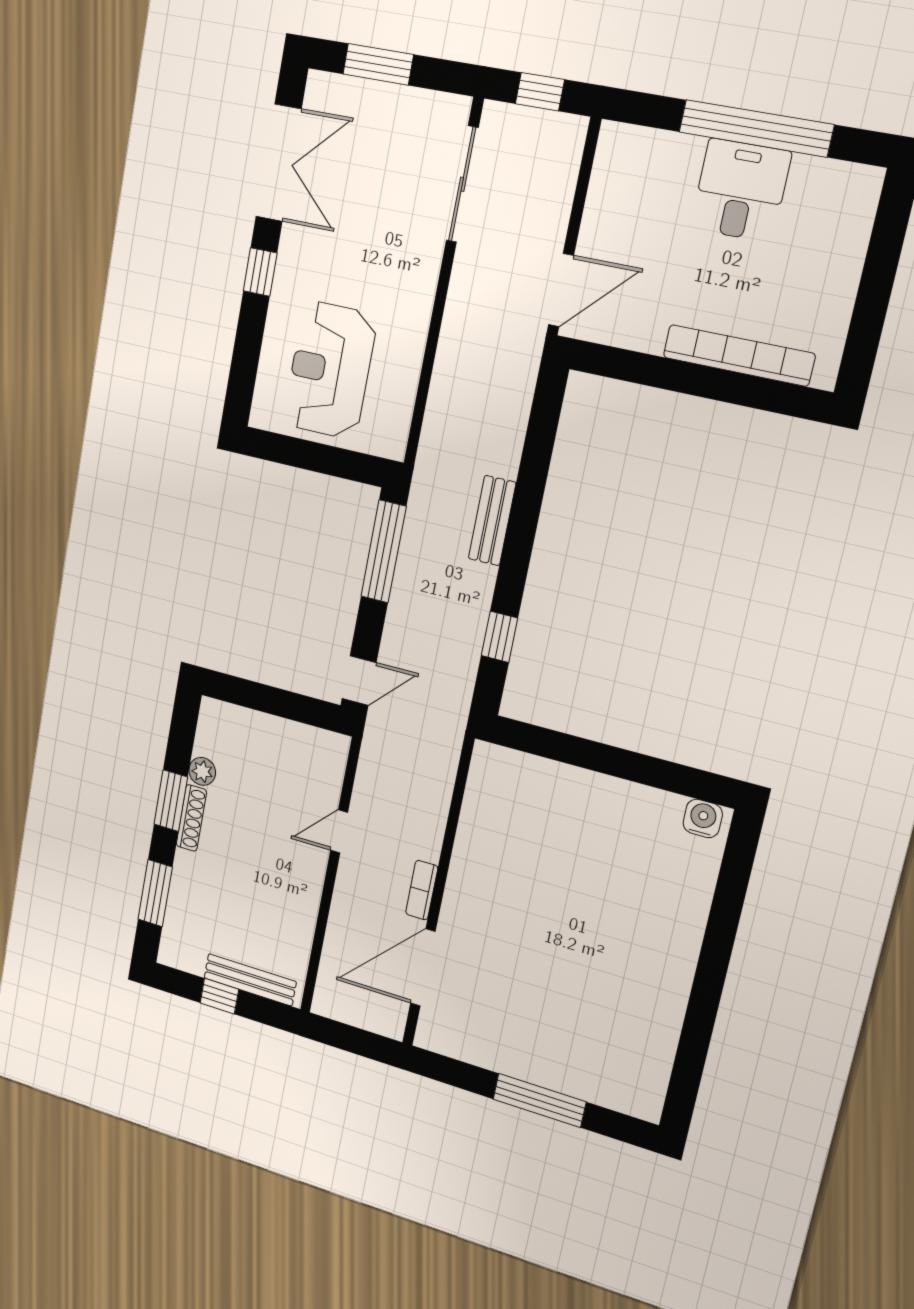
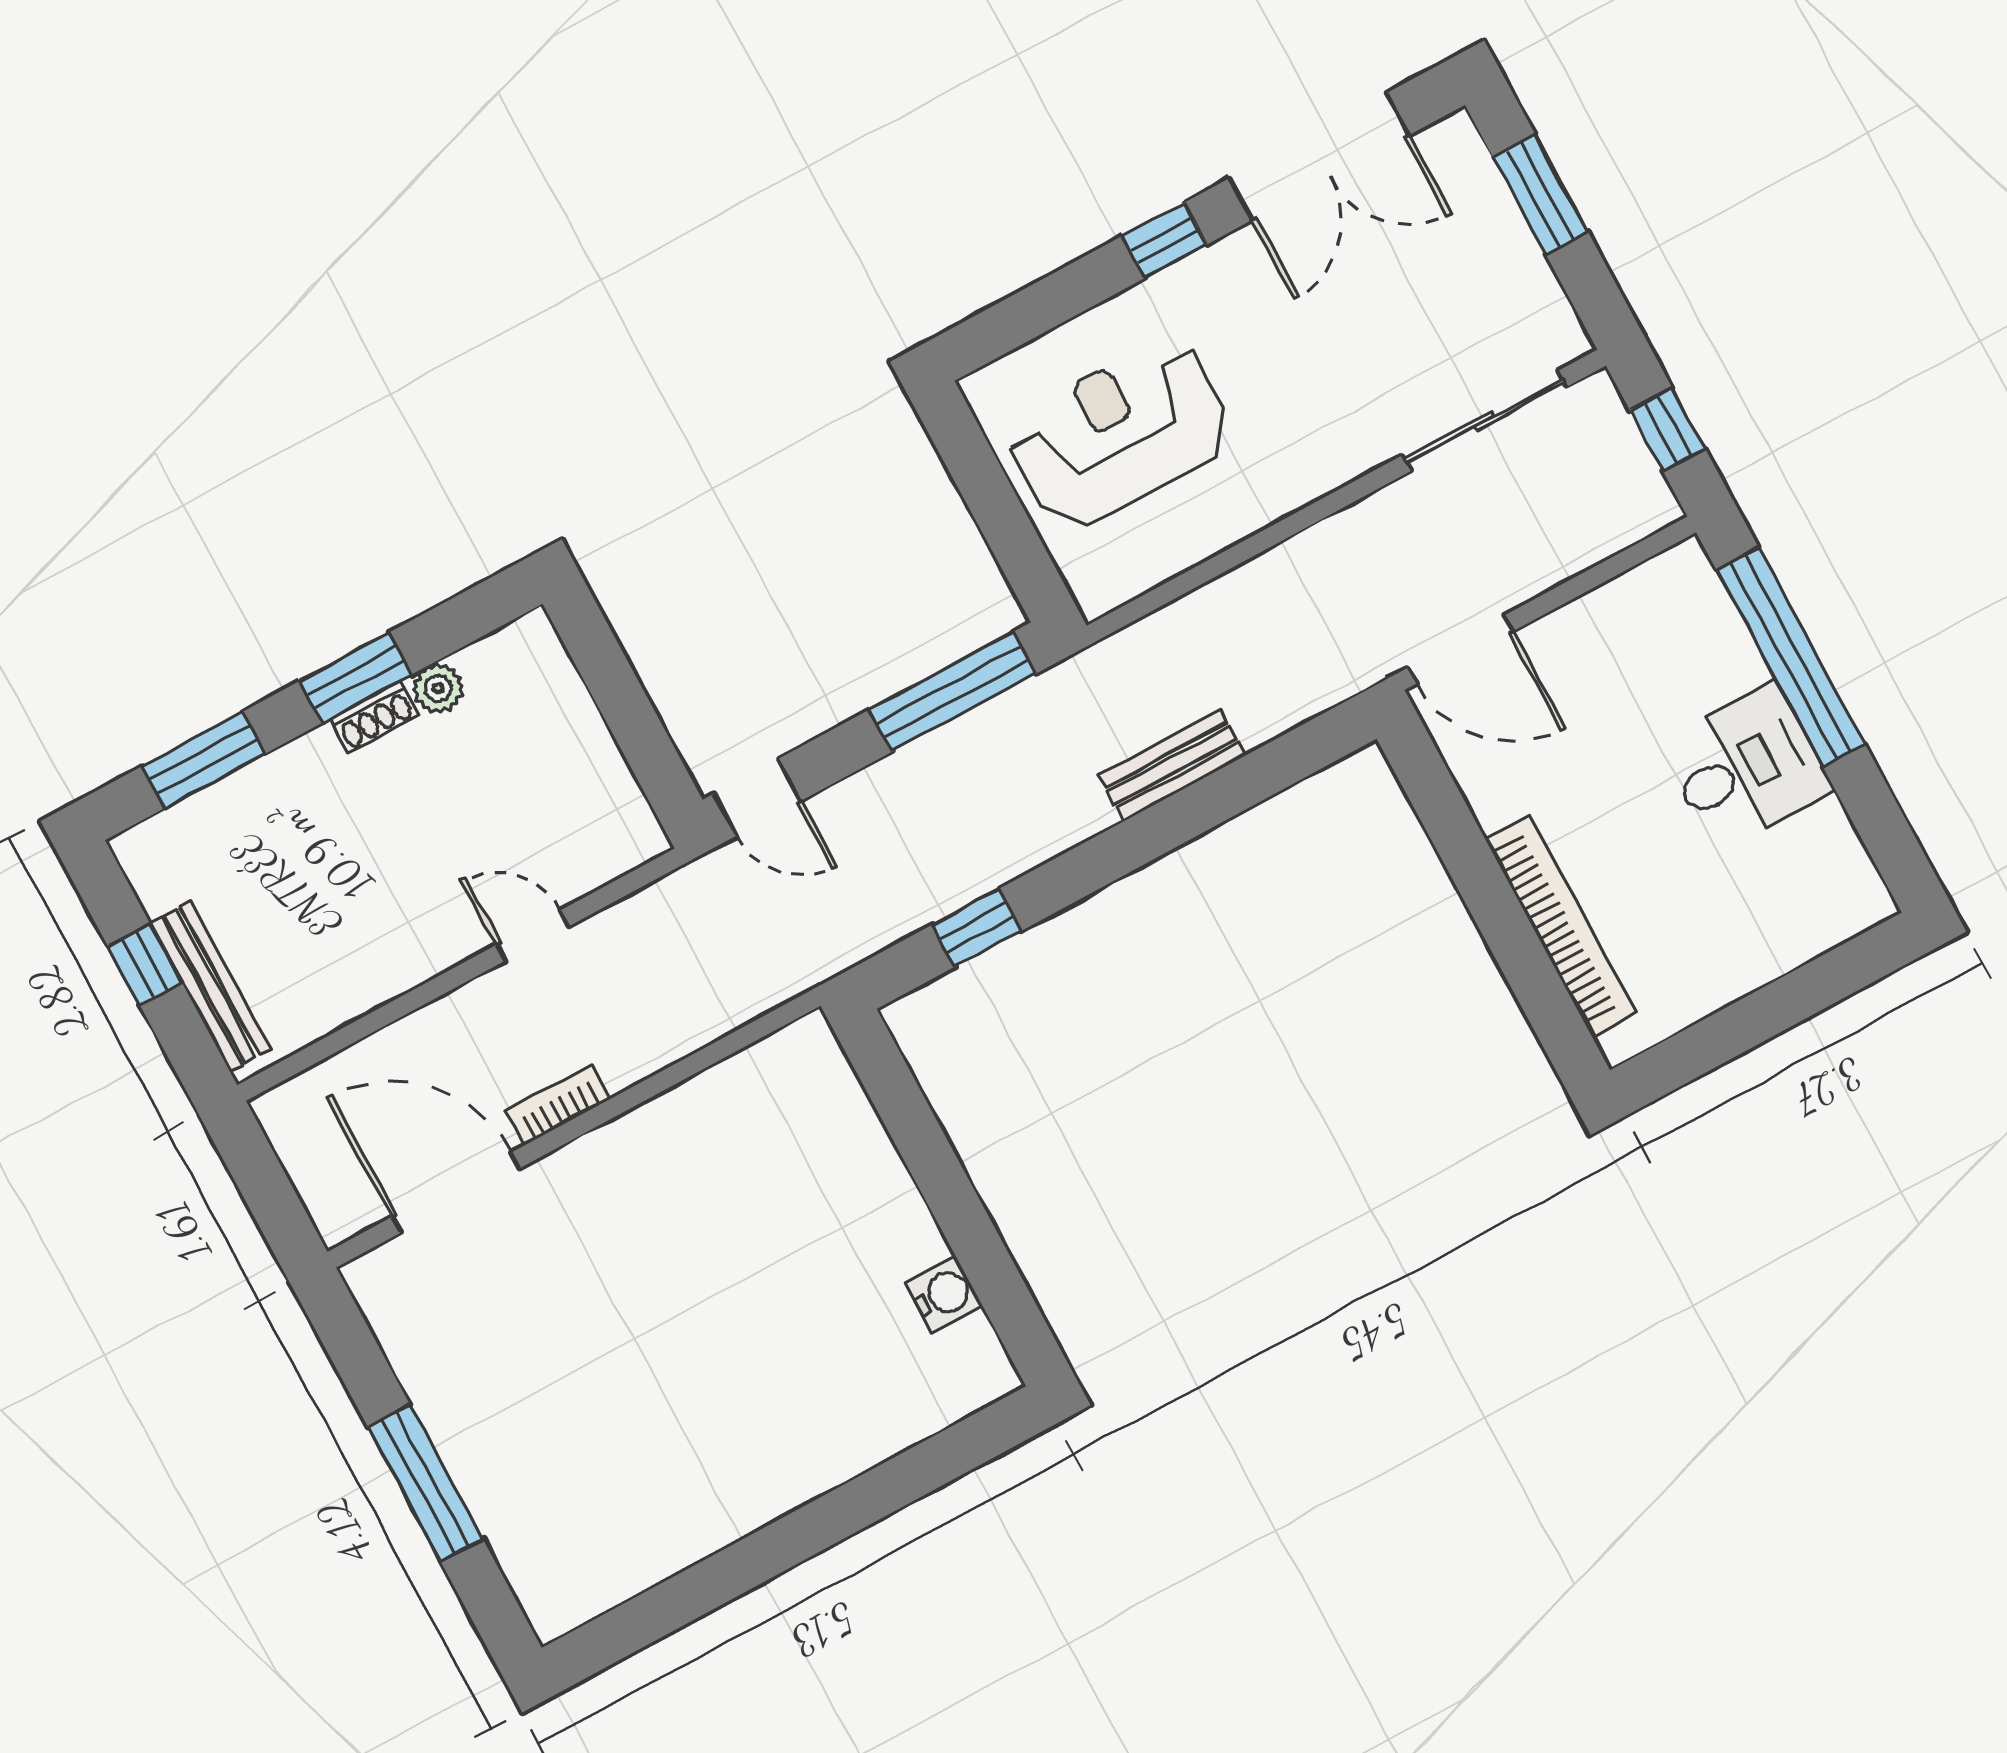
window: (756, 128) -> (1791, 657), moved
bench: (492, 521) -> (1172, 765), moved
shoe rack: (191, 818) -> (374, 717), width x0.70
water cooler: (703, 818) -> (944, 1294), moved

